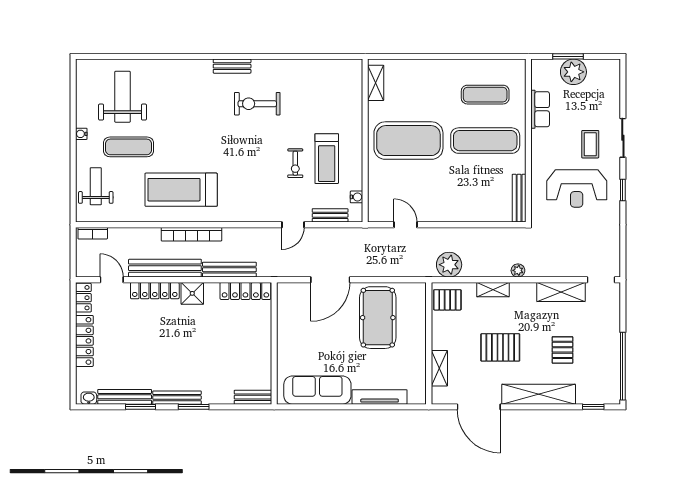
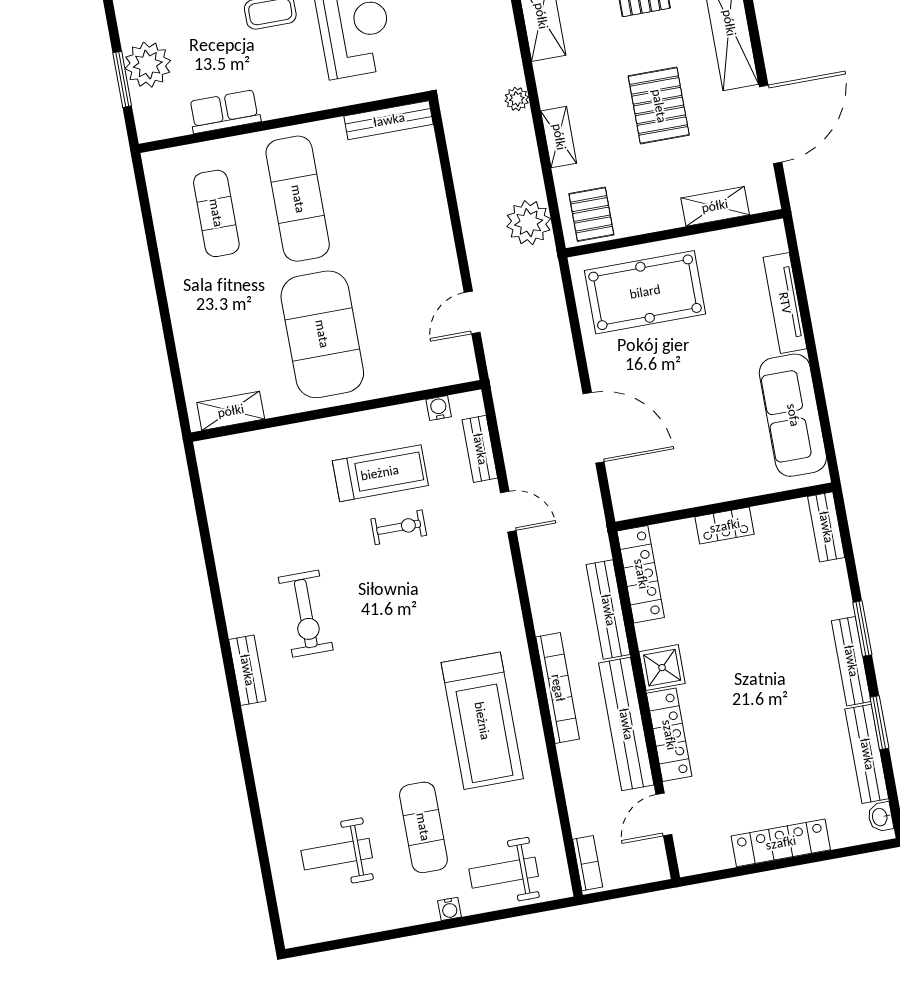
weight bench: (123, 97) -> (337, 854), width x0.73, depth x0.75
water cooler: (81, 134) -> (449, 909), moved
locker: (83, 298) -> (725, 526), moved, turned 180
pool table: (378, 318) -> (645, 292), moved

